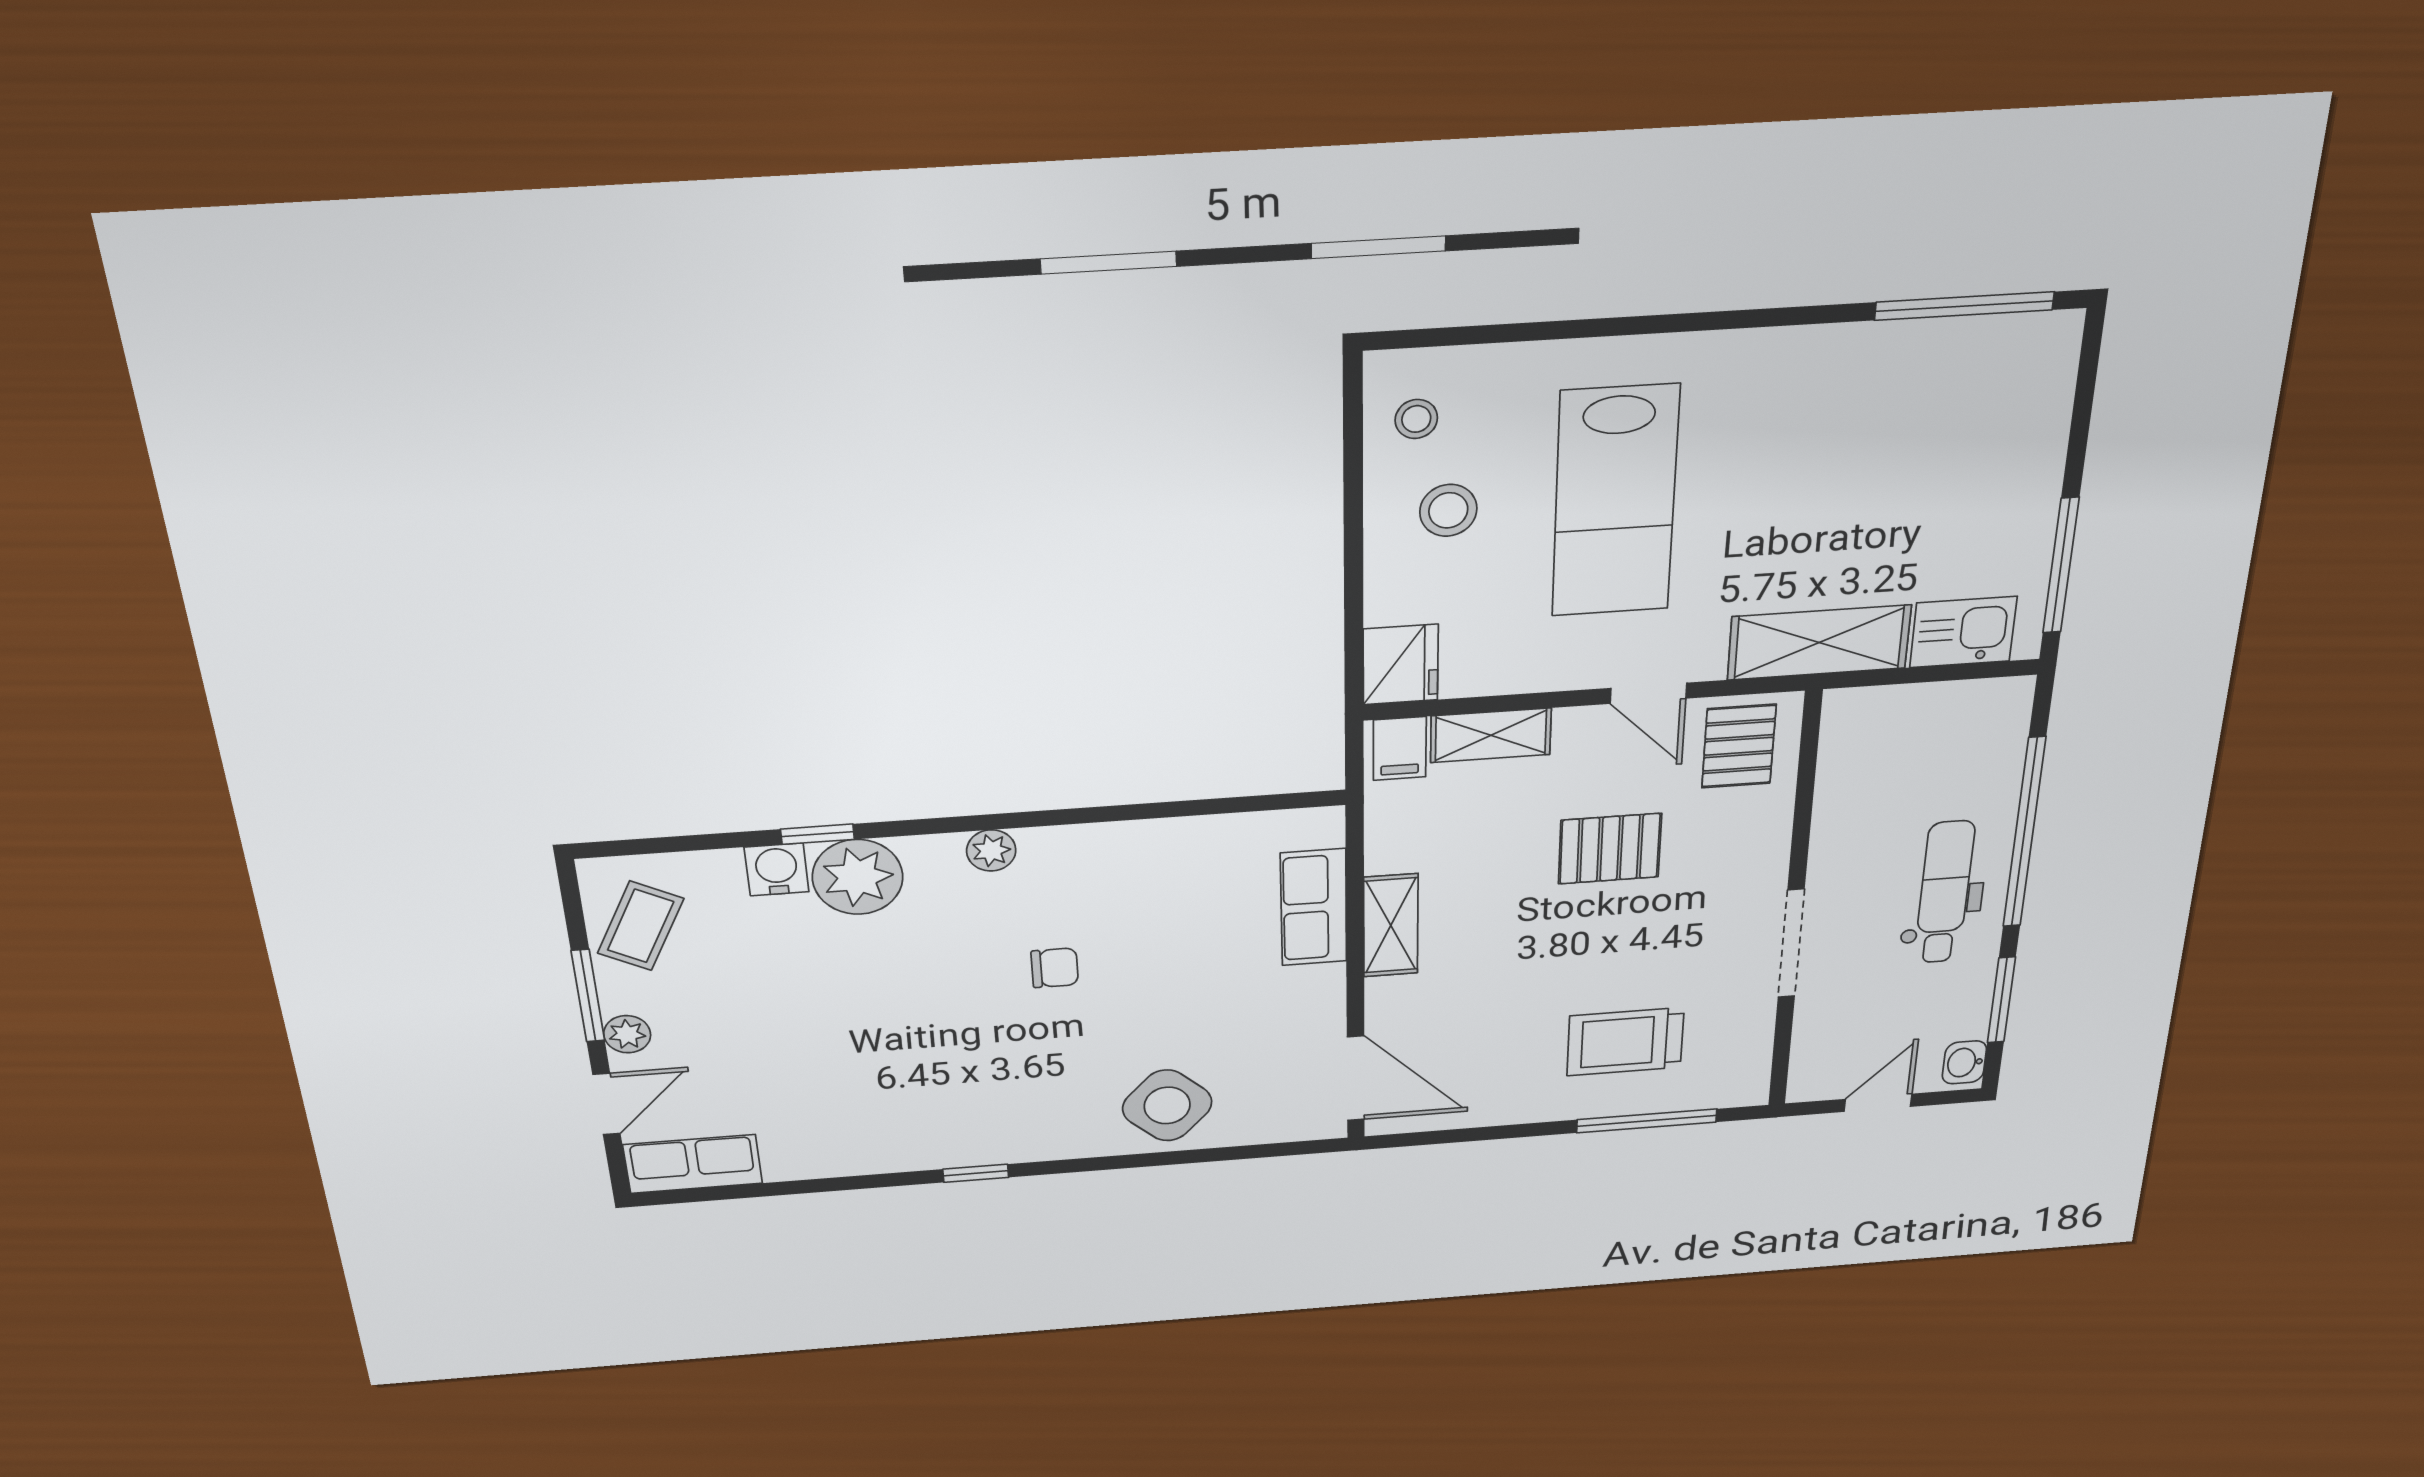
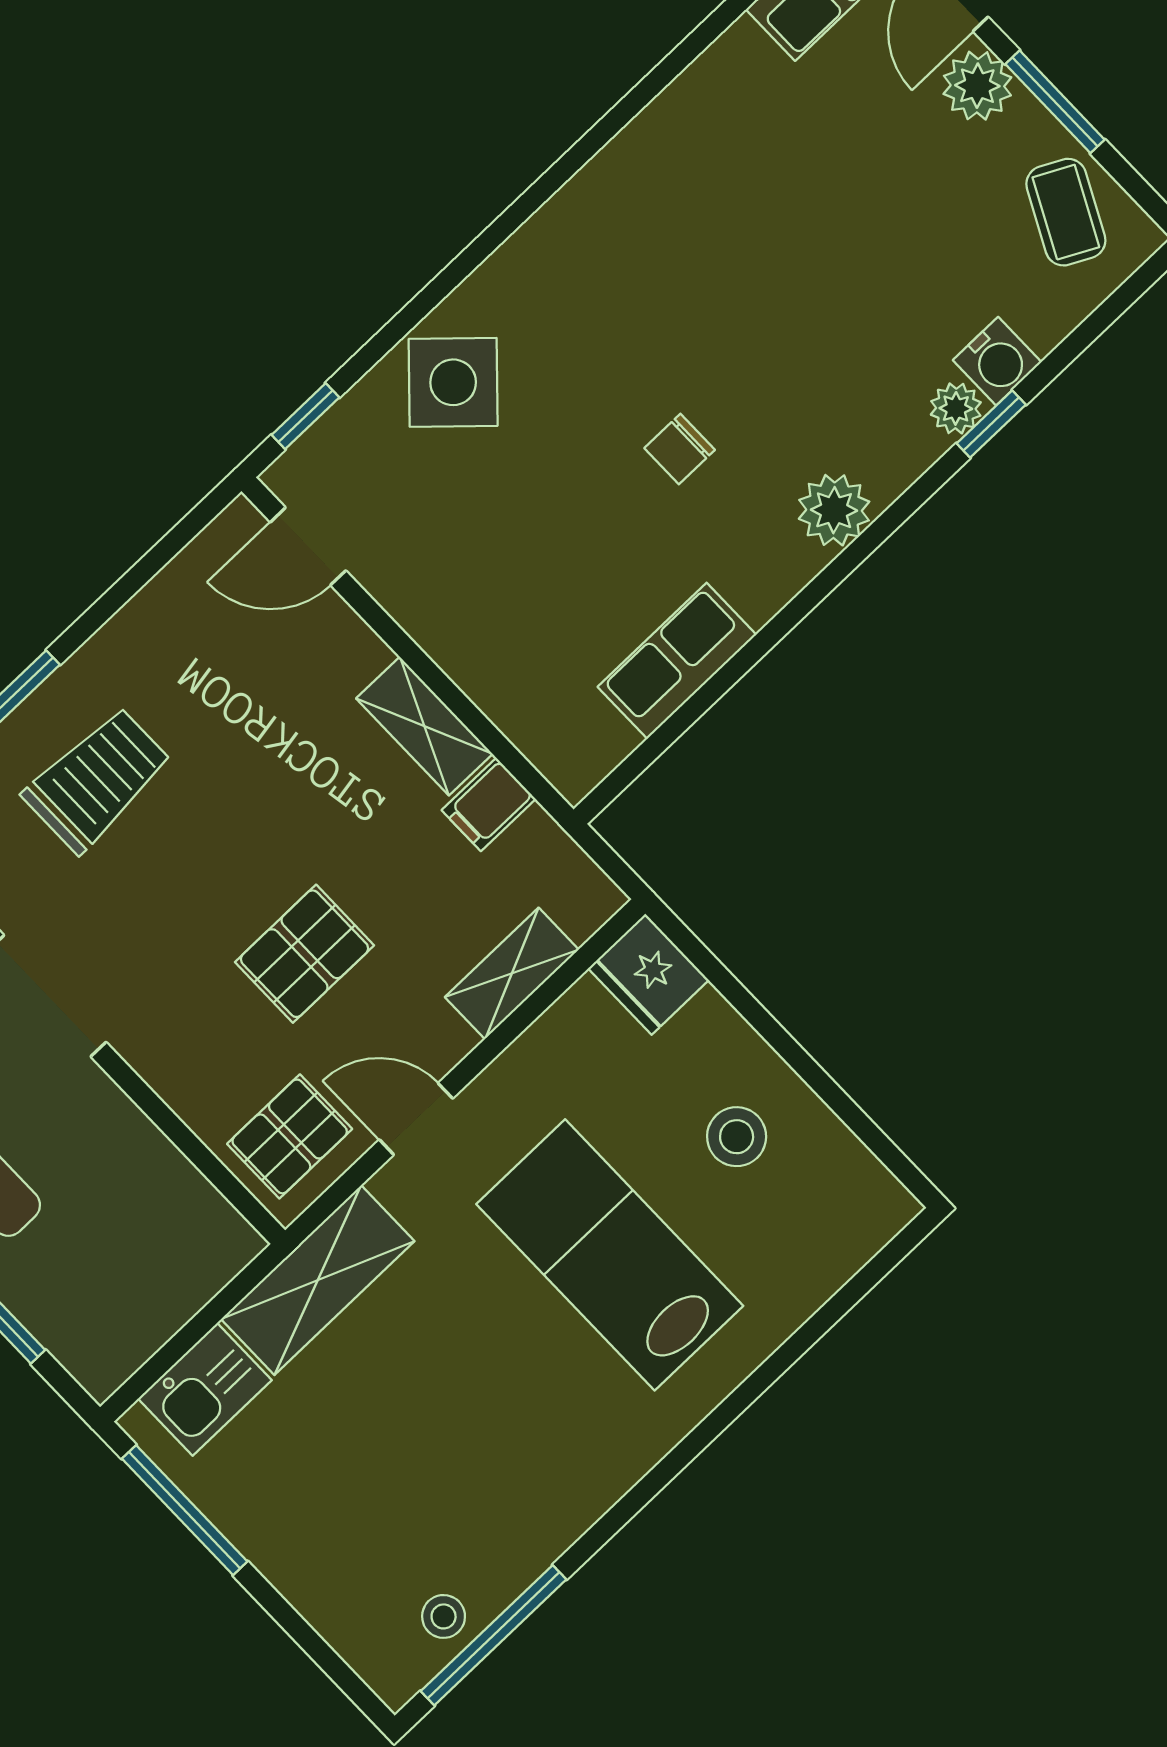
stool: (1416, 419) -> (444, 1616), moved
pallet: (1739, 746) -> (290, 1136), turned 90
filing cabinet: (1400, 748) -> (489, 805), moved, turned -90
plant: (991, 850) -> (834, 510), width x1.38, depth x1.38
plant: (858, 877) -> (956, 408), width x0.53, depth x0.53
row of seats: (1314, 907) -> (677, 661), moved, turned -90
plant: (627, 1034) -> (977, 86), width x1.38, depth x1.38
door: (1356, 1078) -> (308, 546), width x0.73
window: (976, 1173) -> (305, 416), moved

